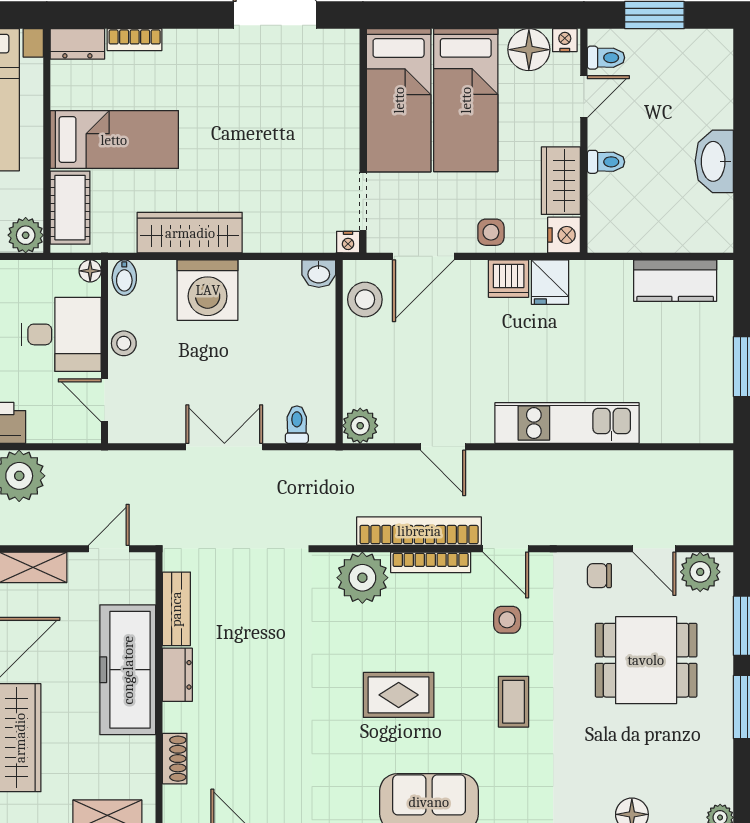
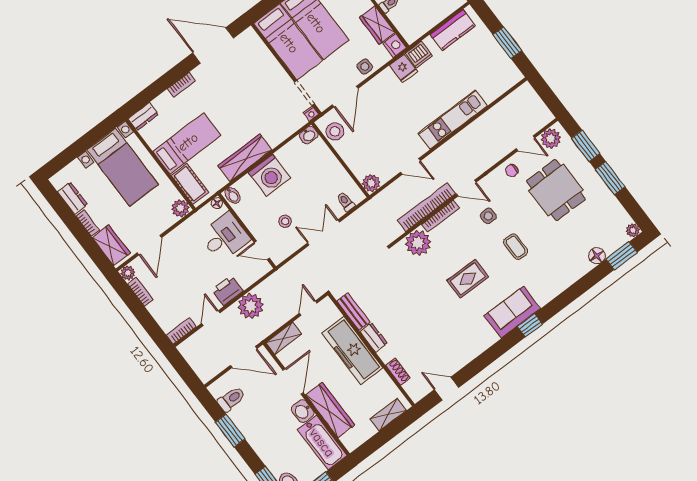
bookcase: (135, 40) -> (181, 85), moved
dishwasher: (509, 279) -> (419, 55), moved
stool: (124, 343) -> (285, 221), moved
dining table: (646, 660) -> (556, 190), turned 90

